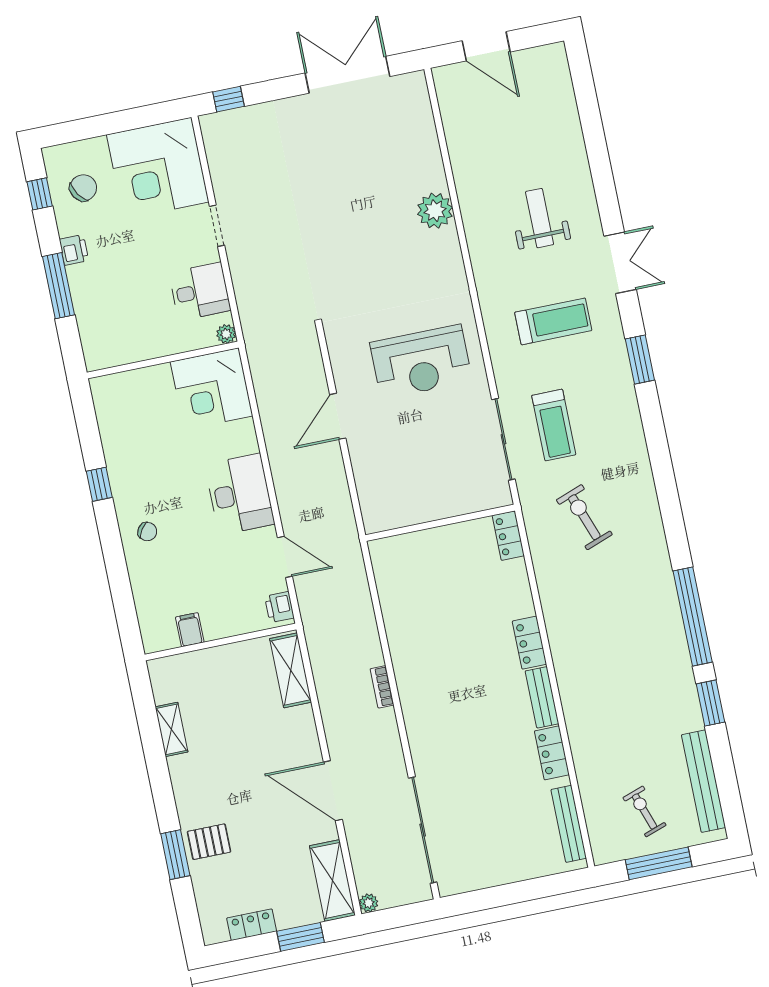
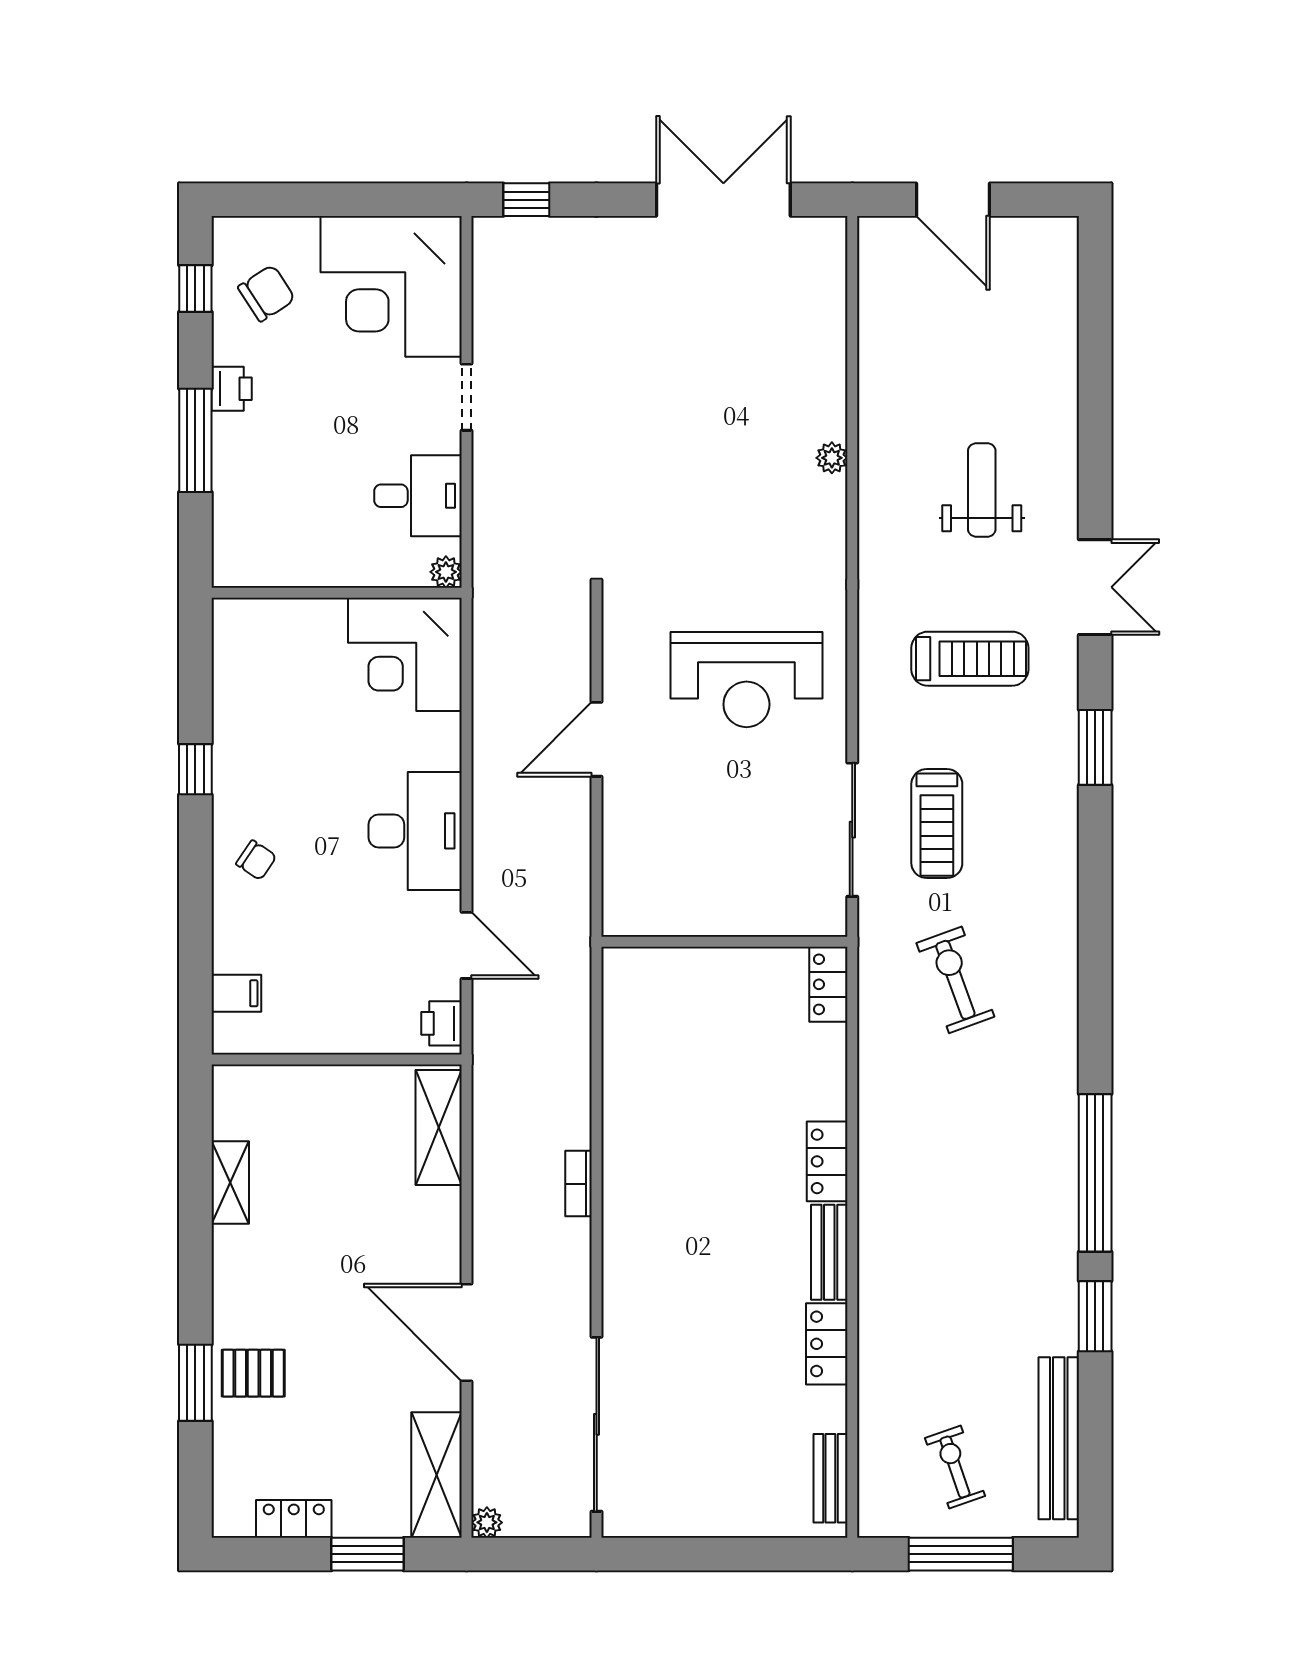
plant: (435, 211) -> (832, 458), width x0.53, depth x0.53
filing cabinet: (190, 630) -> (236, 993), moved, turned 90
bench: (569, 824) -> (830, 1478), width x0.73

